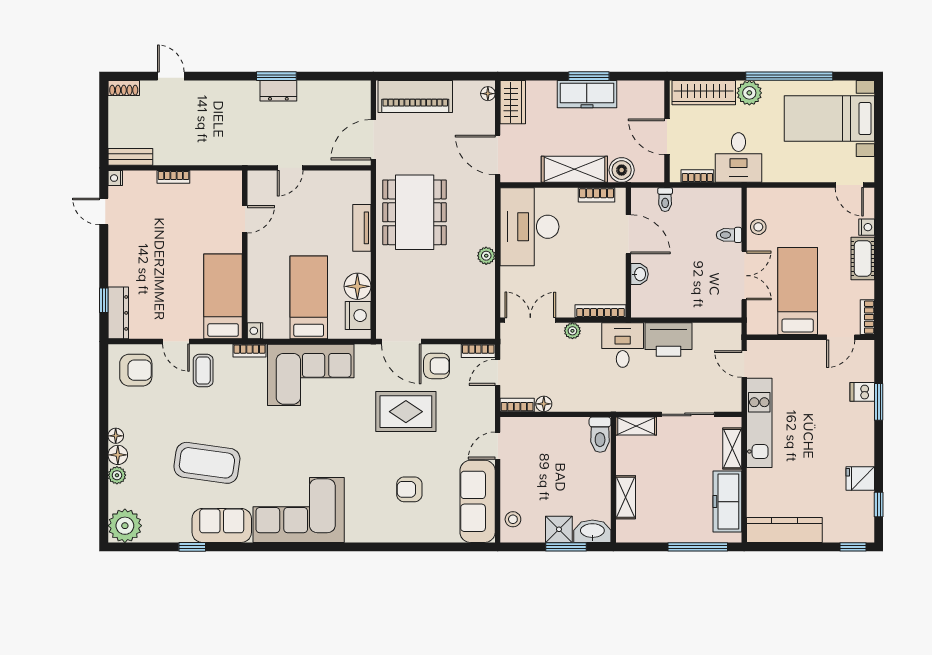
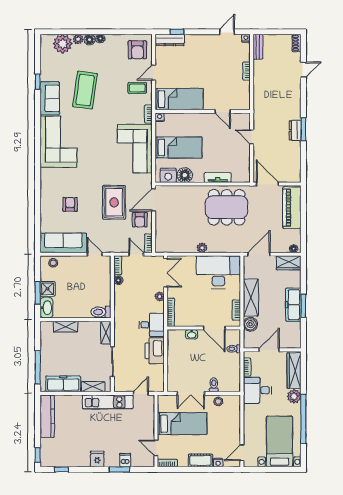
door: (628, 234) -> (214, 328), hinge flipped
fridge: (860, 478) -> (97, 459), moved
plant: (125, 526) -> (63, 44), moved

